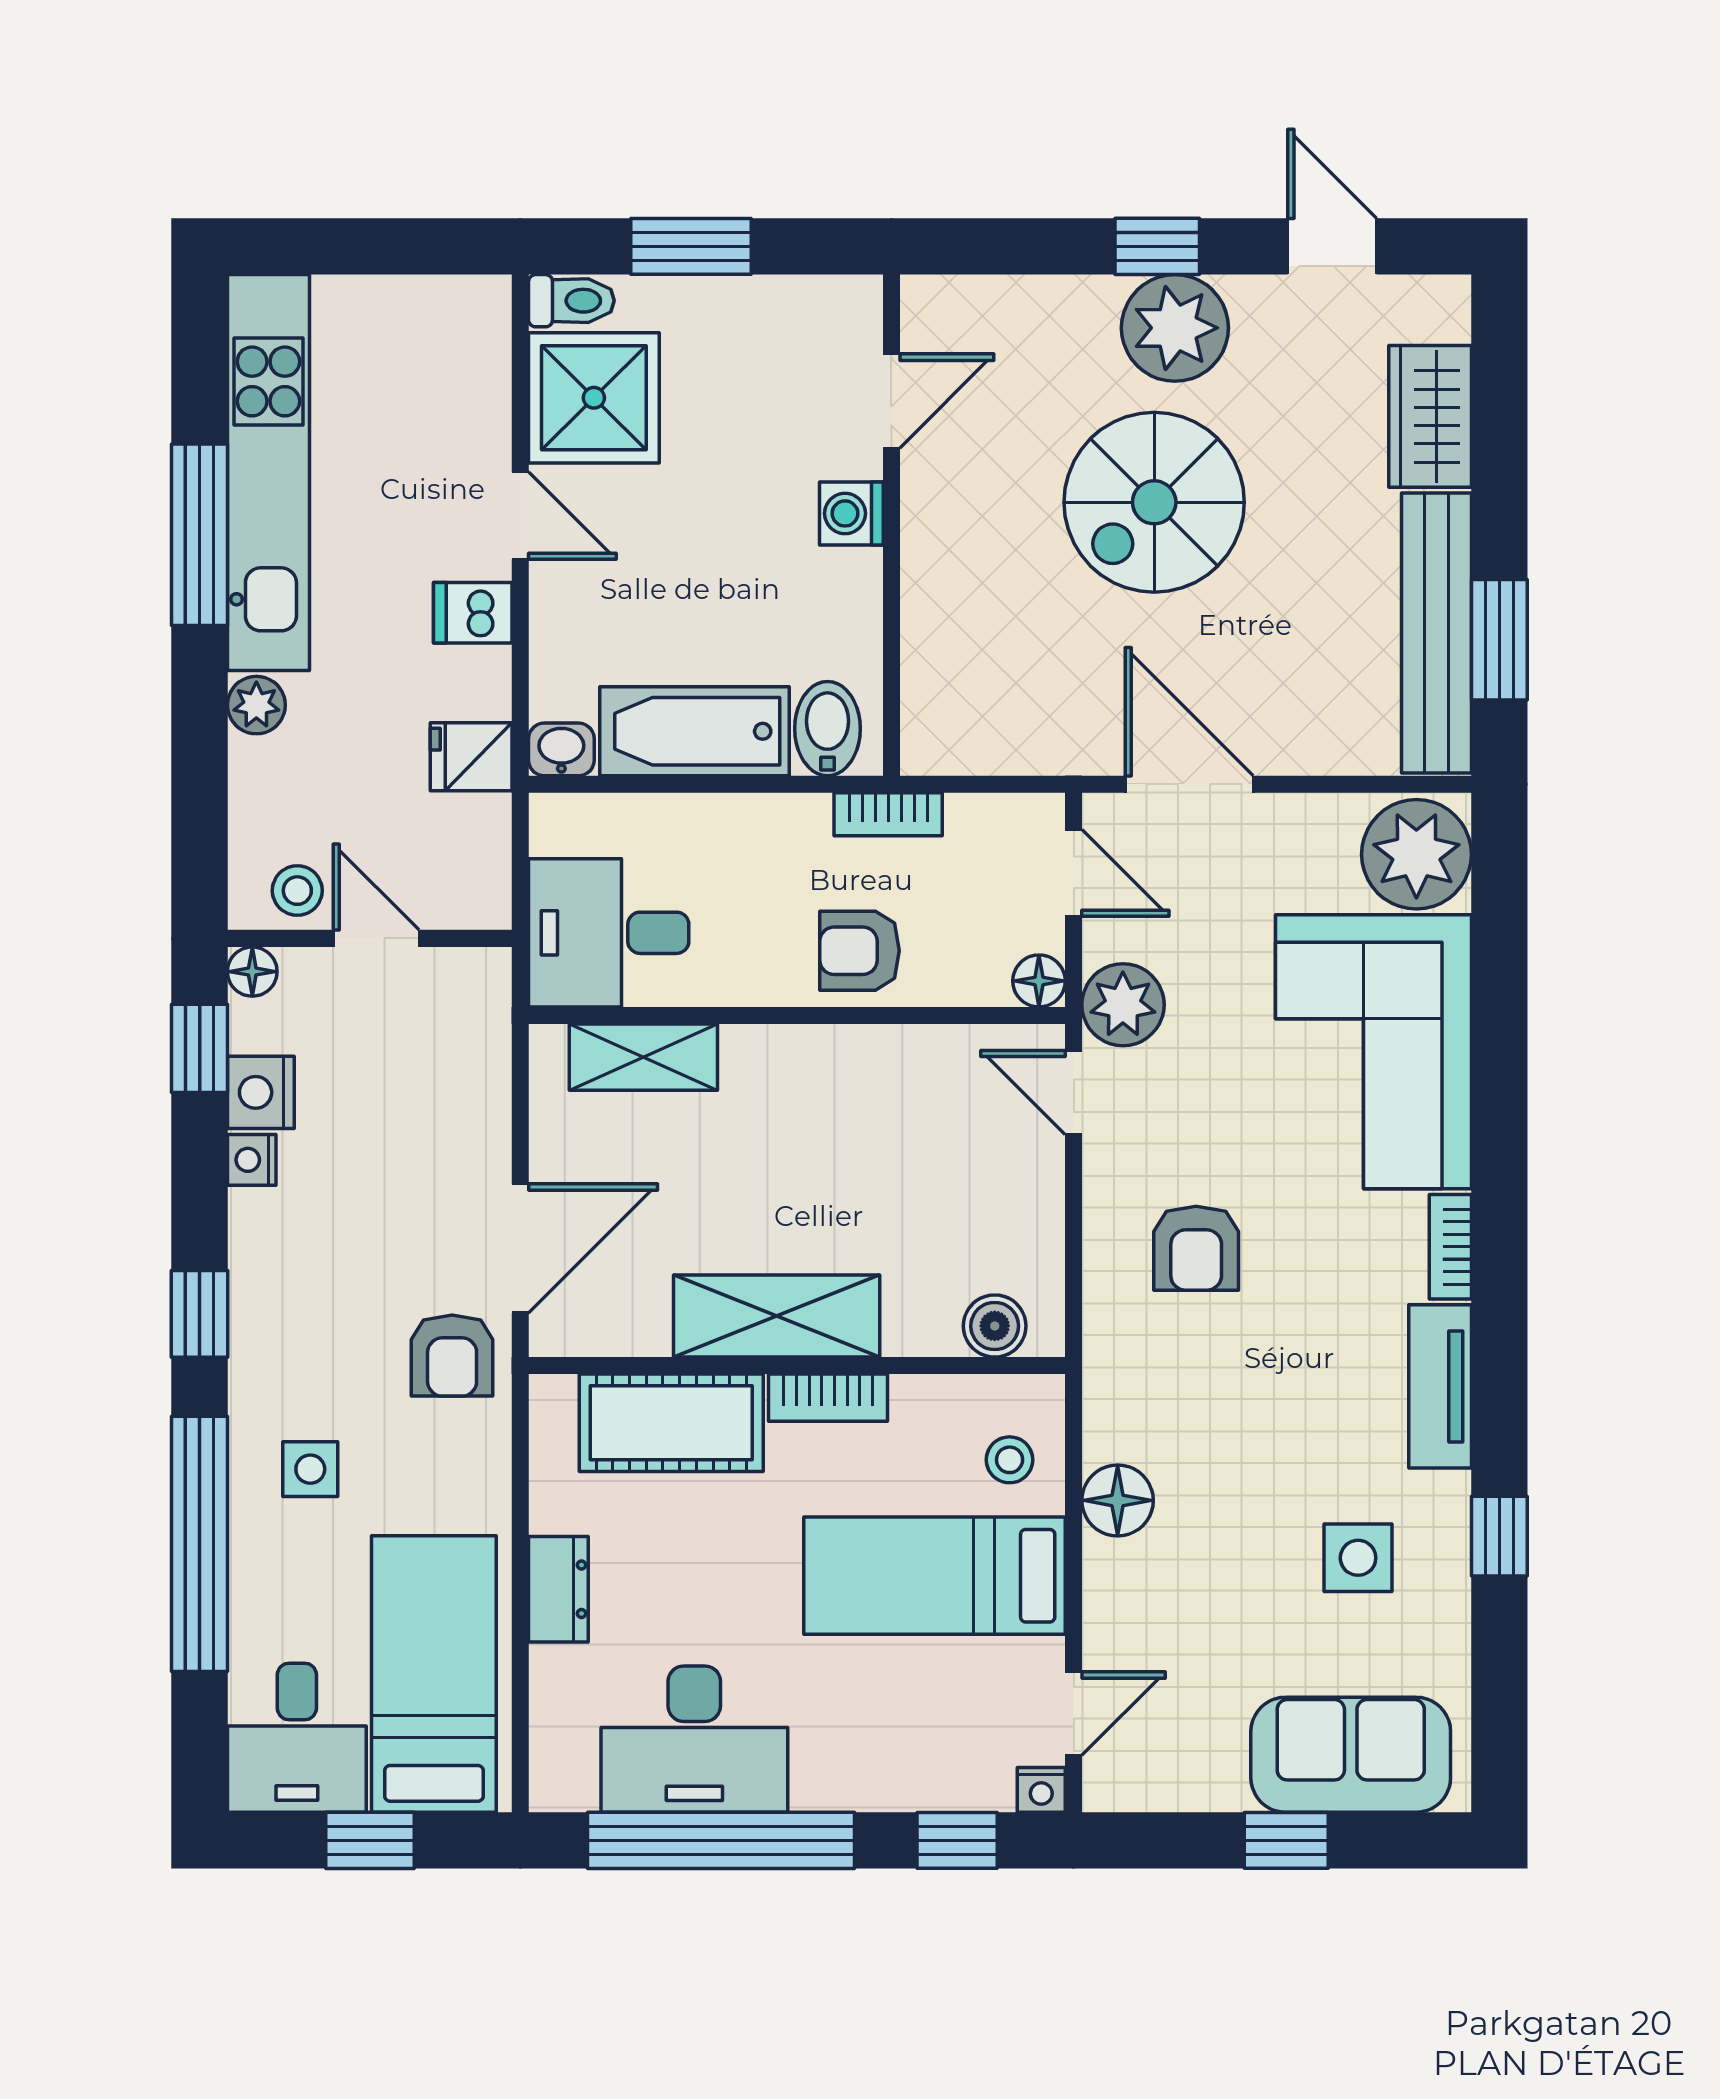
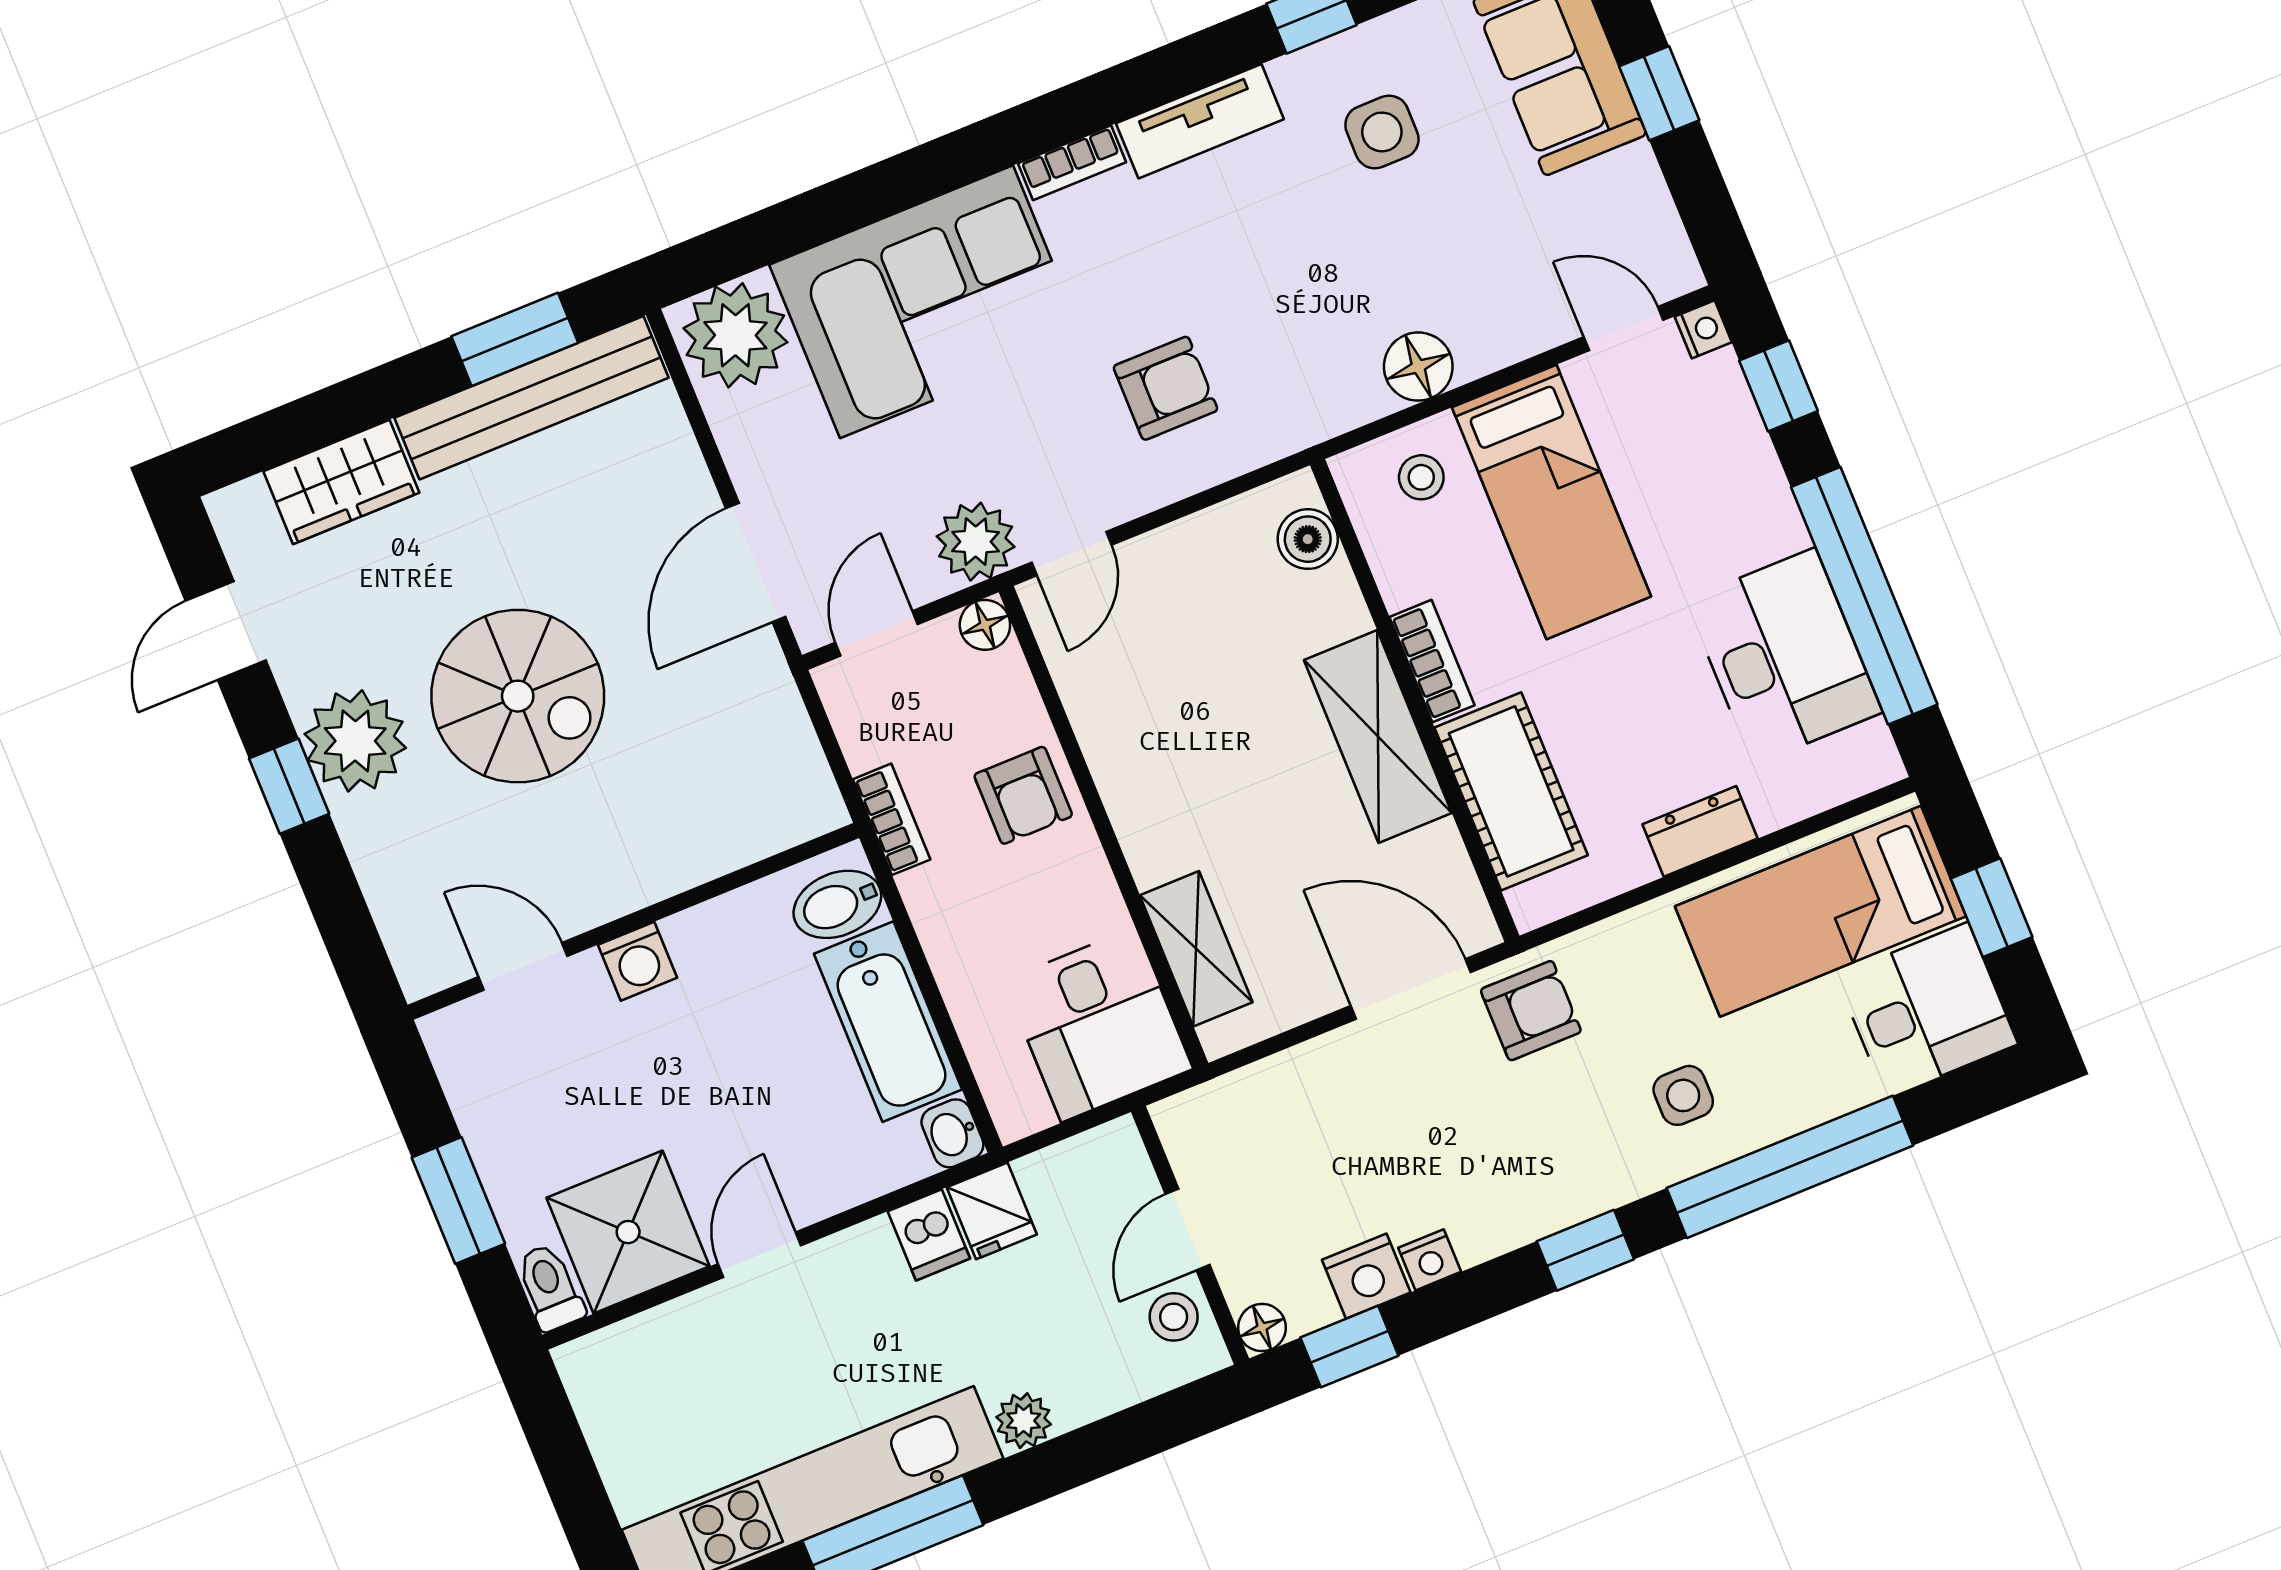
dishwasher: (473, 613) -> (929, 1235), moved

